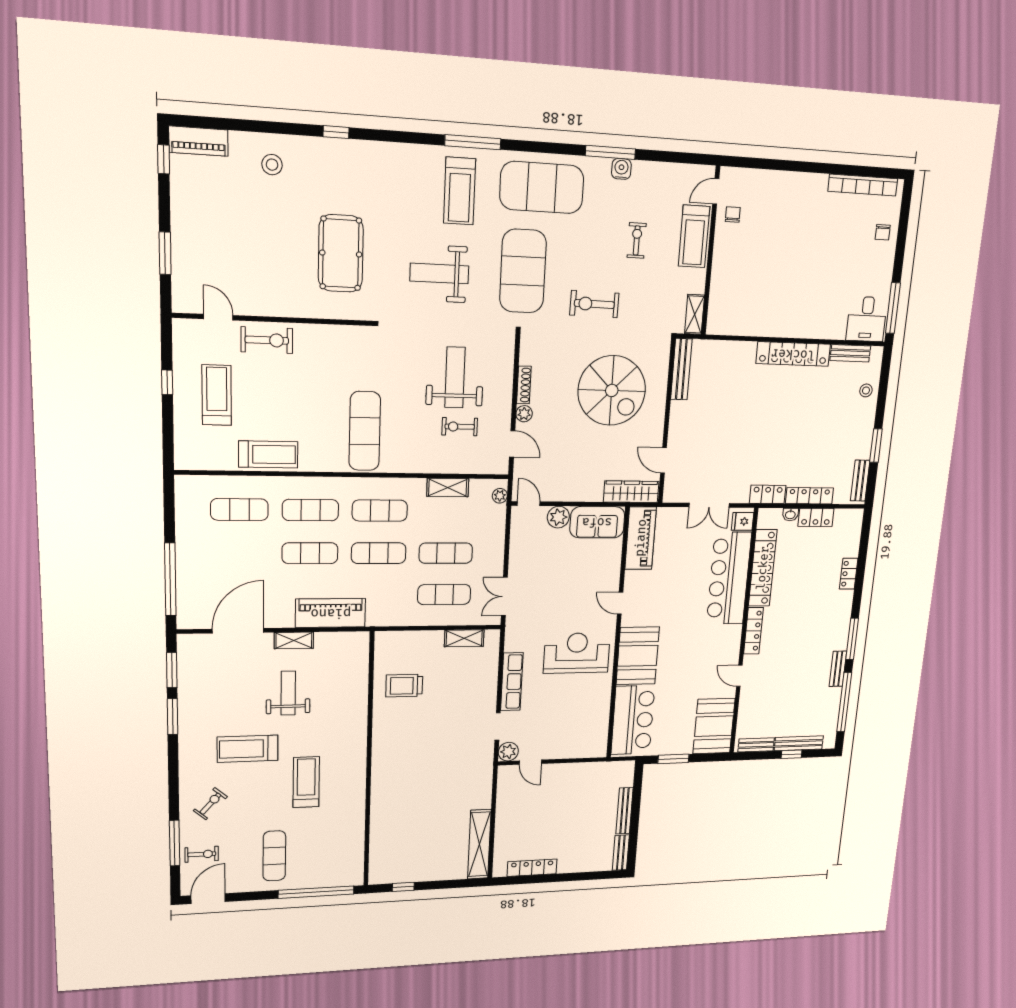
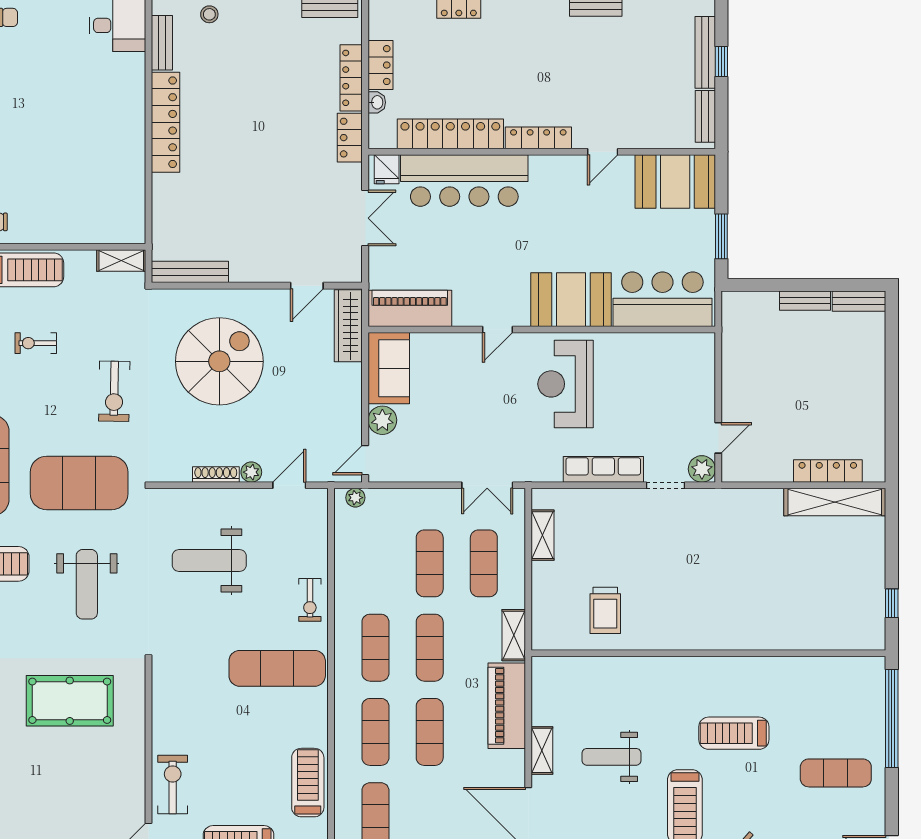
exercise bike: (460, 427) -> (310, 600), moved
shelving: (448, 487) -> (514, 635), moved
bench: (625, 811) -> (805, 301), width x0.73
locker: (532, 868) -> (828, 471), moved, turned 90

